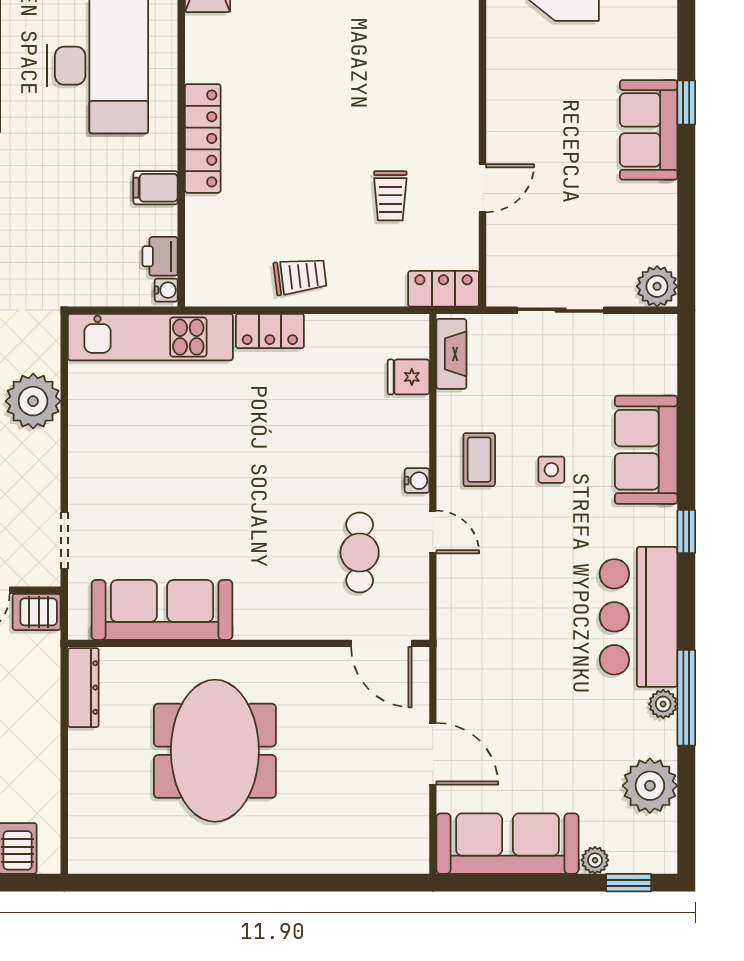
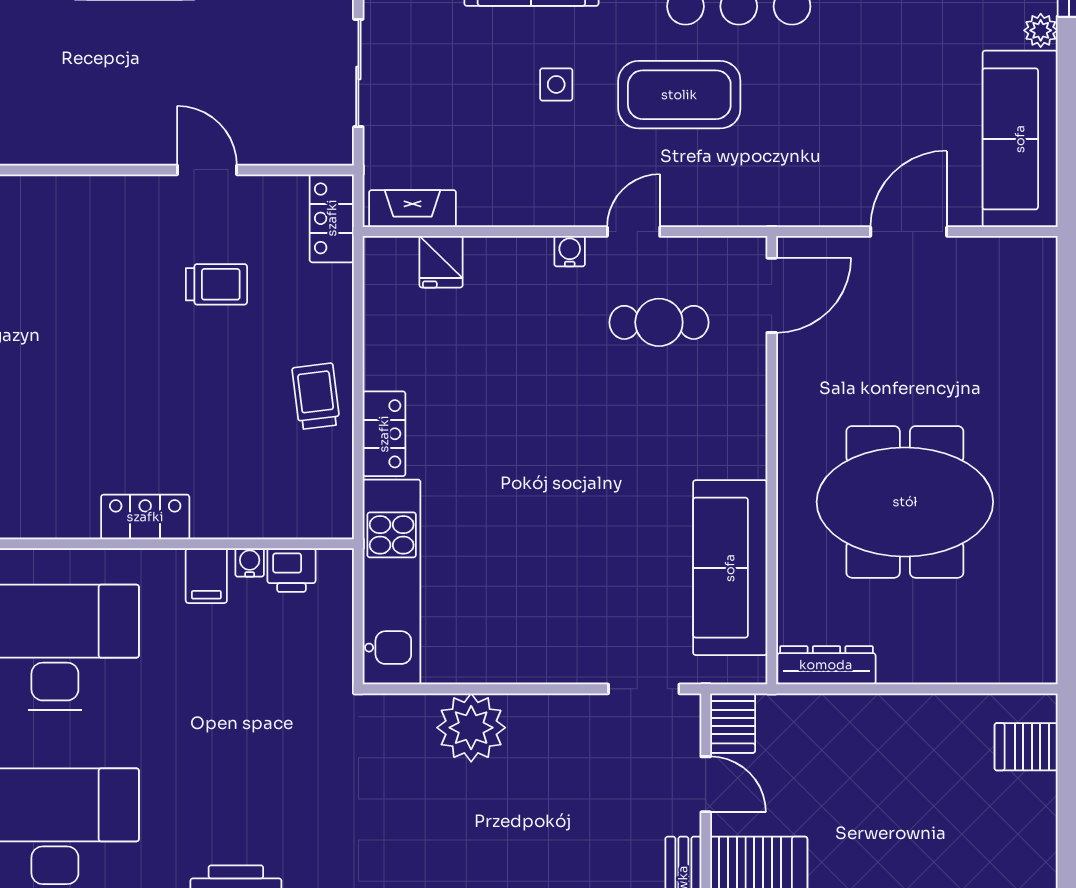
locker: (203, 138) -> (145, 517), width x0.66
water cooler: (166, 290) -> (250, 562), moved
coffee table: (479, 460) -> (679, 95), moved, width x1.86, depth x1.72

